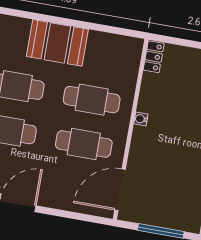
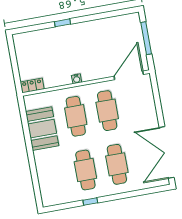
booth: (57, 43) -> (42, 129), moved
door: (120, 190) -> (129, 75), swing flipped

